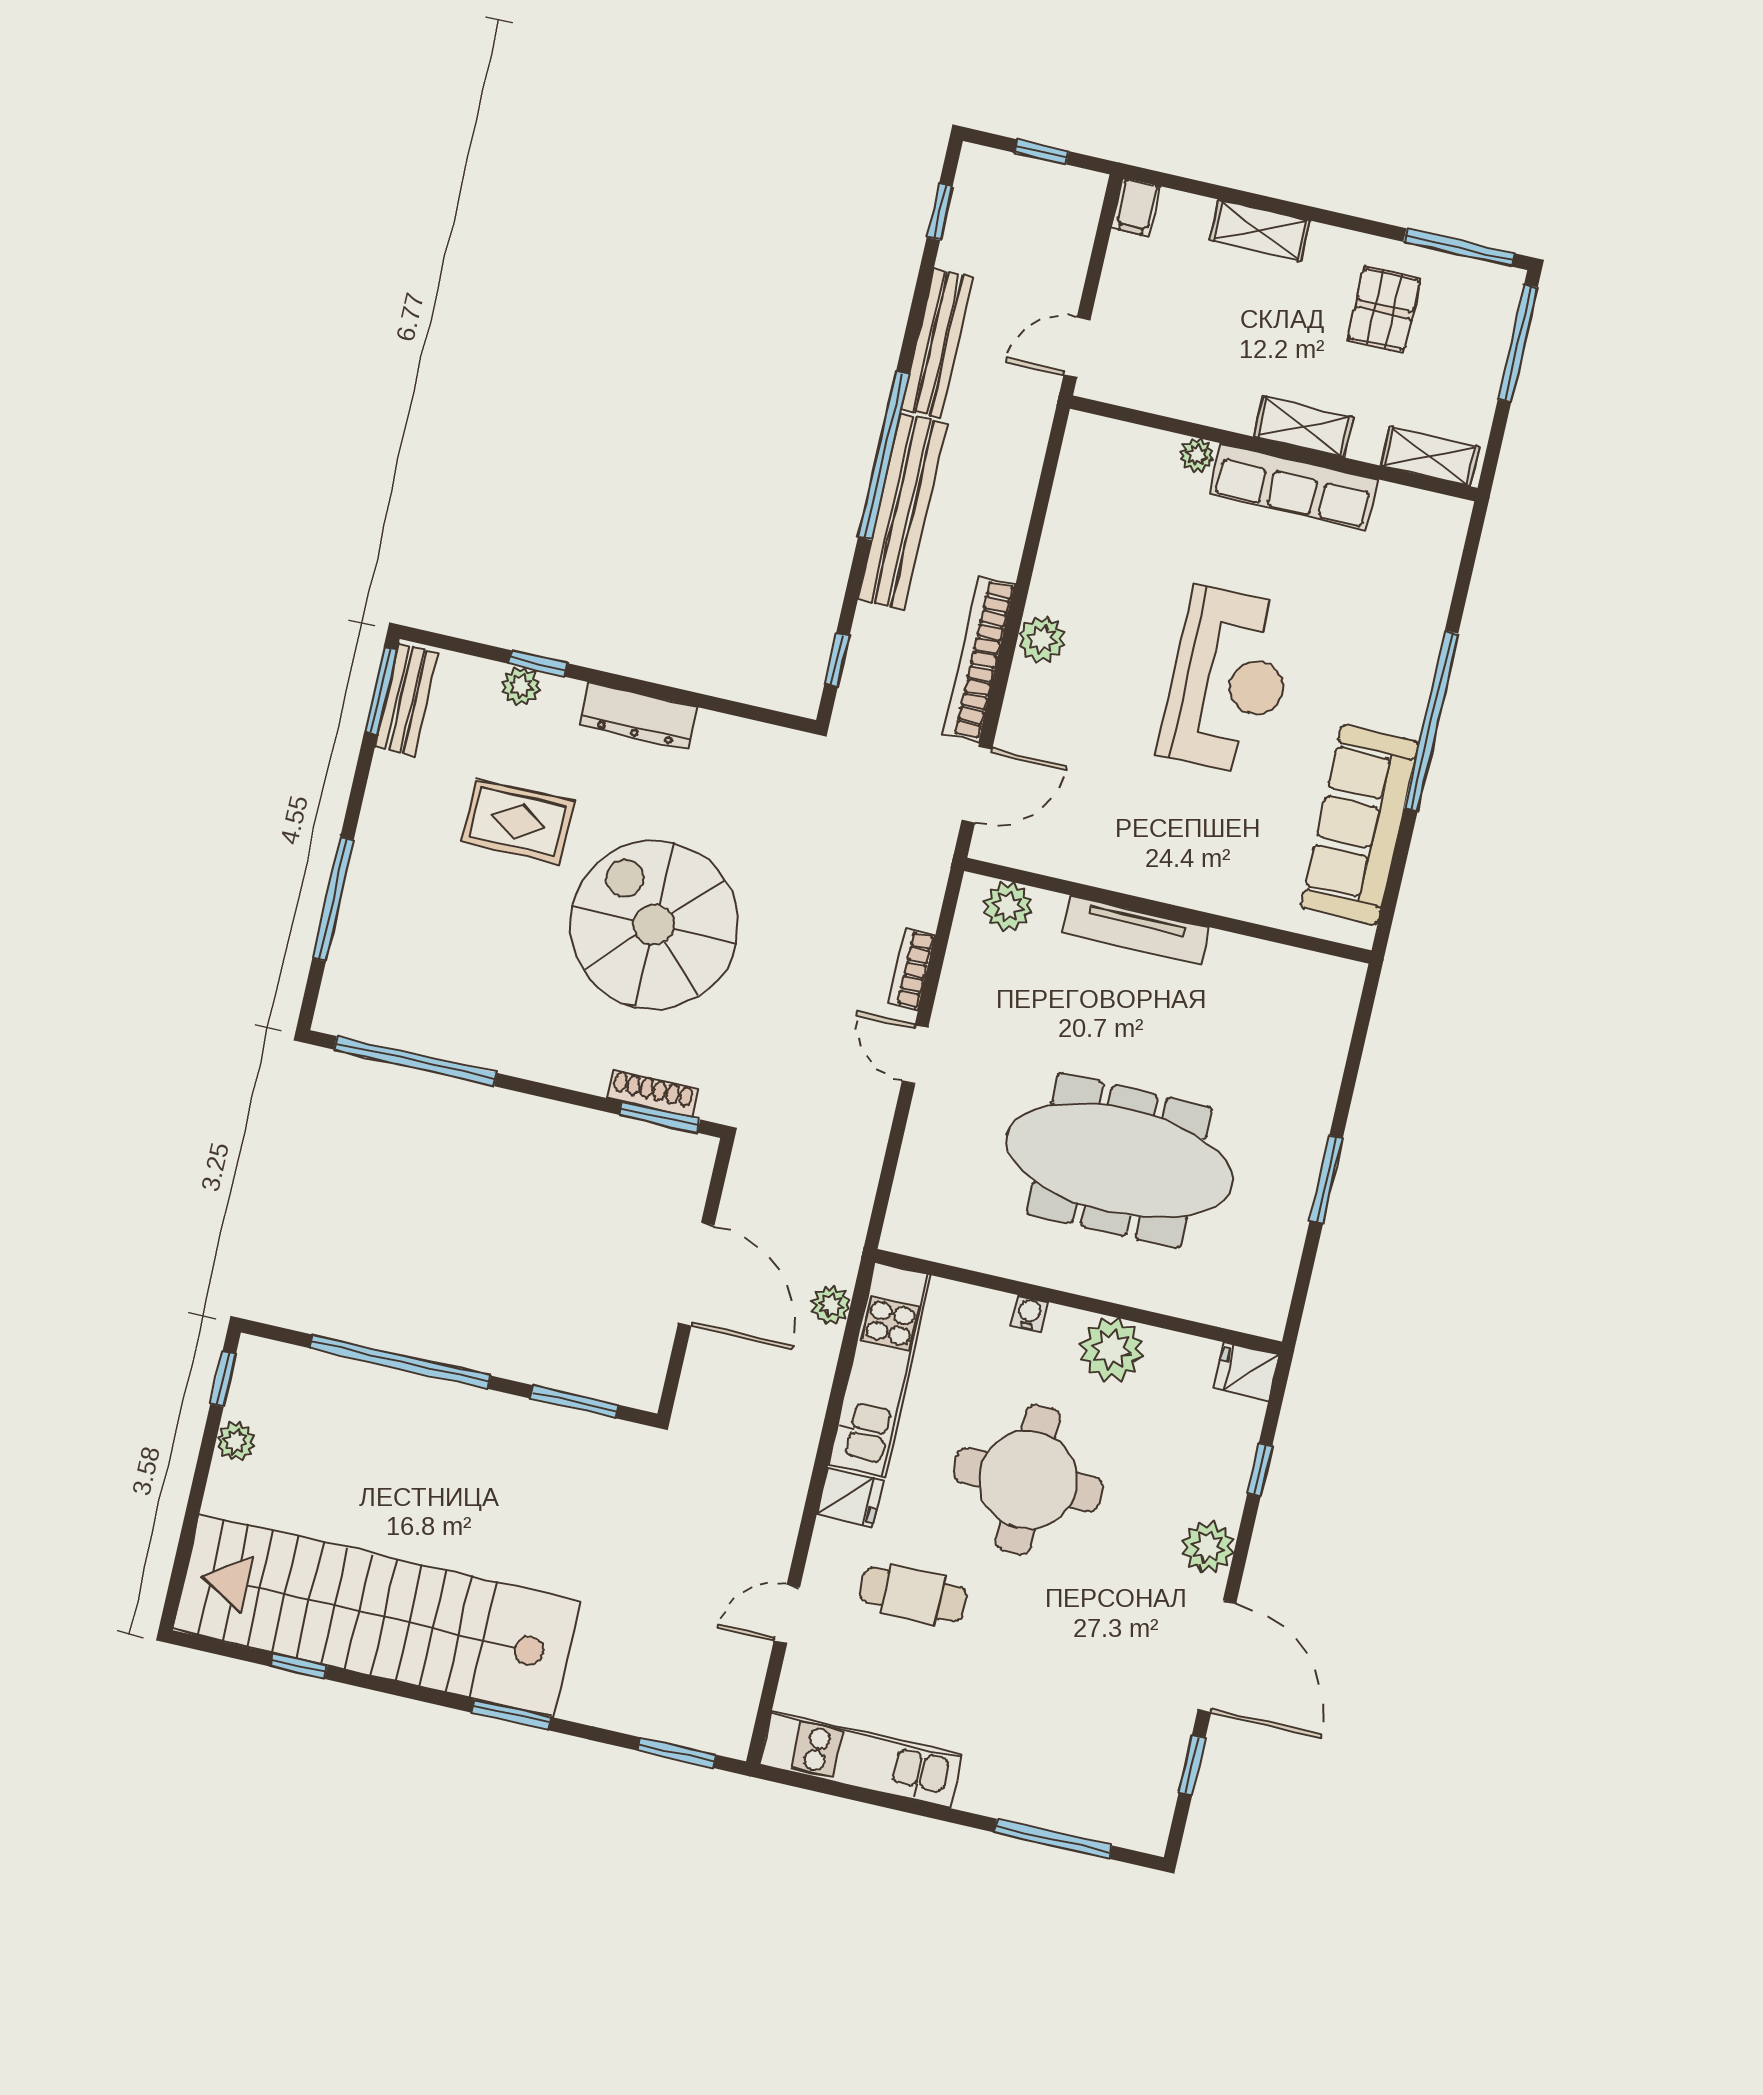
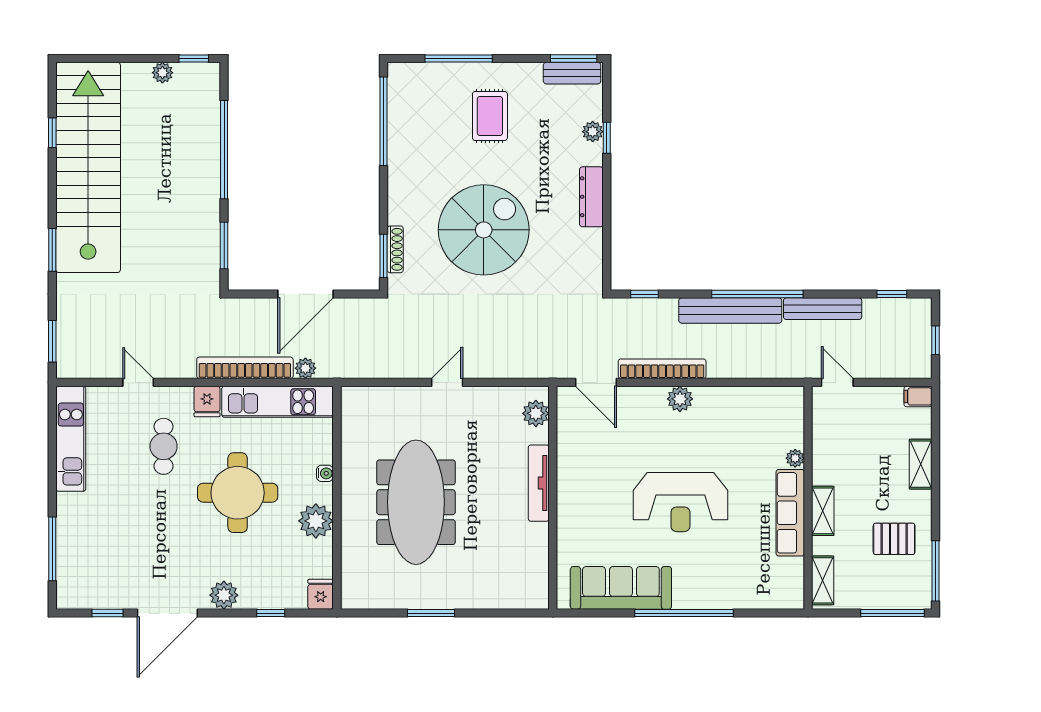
rug: (518, 822) -> (490, 116), moved
bookcase: (912, 969) -> (245, 368), moved, width x2.31, depth x1.31

